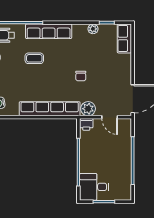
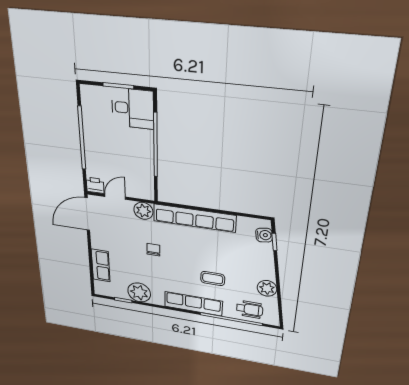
plant: (93, 29) -> (139, 292), width x1.87, depth x1.87
row of seats: (124, 38) -> (101, 265), moved
door: (110, 117) -> (115, 197), hinge flipped
printer: (86, 124) -> (95, 185), moved

